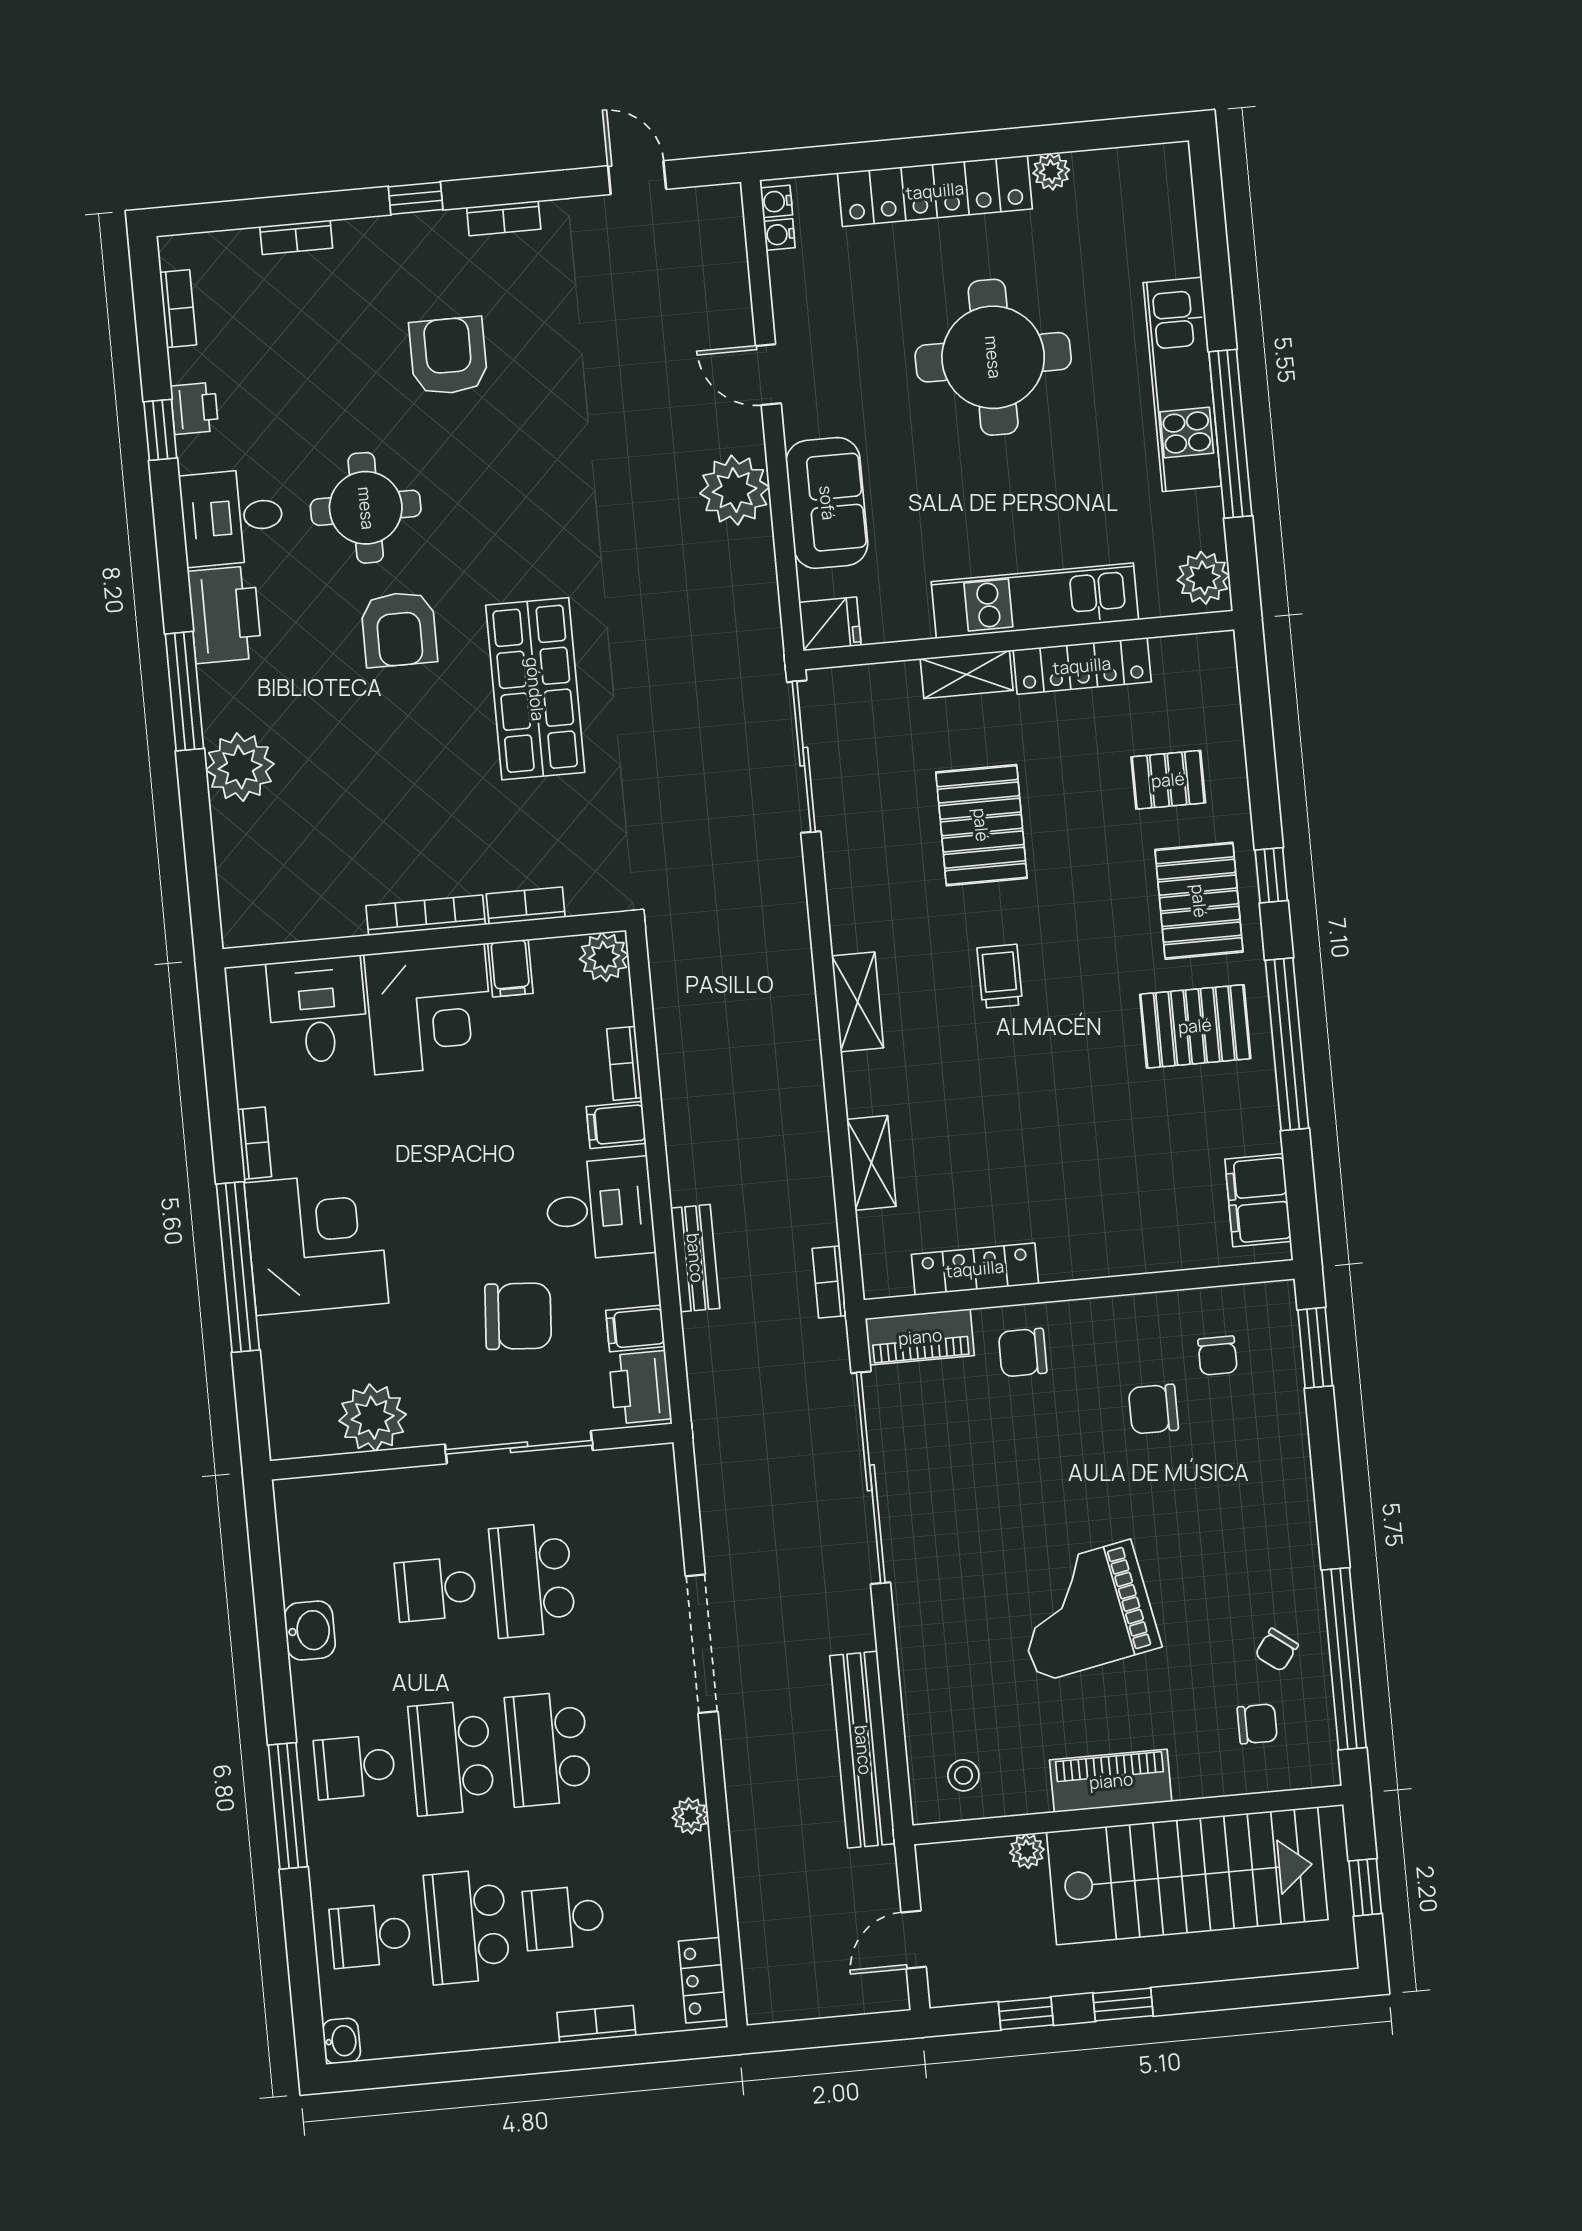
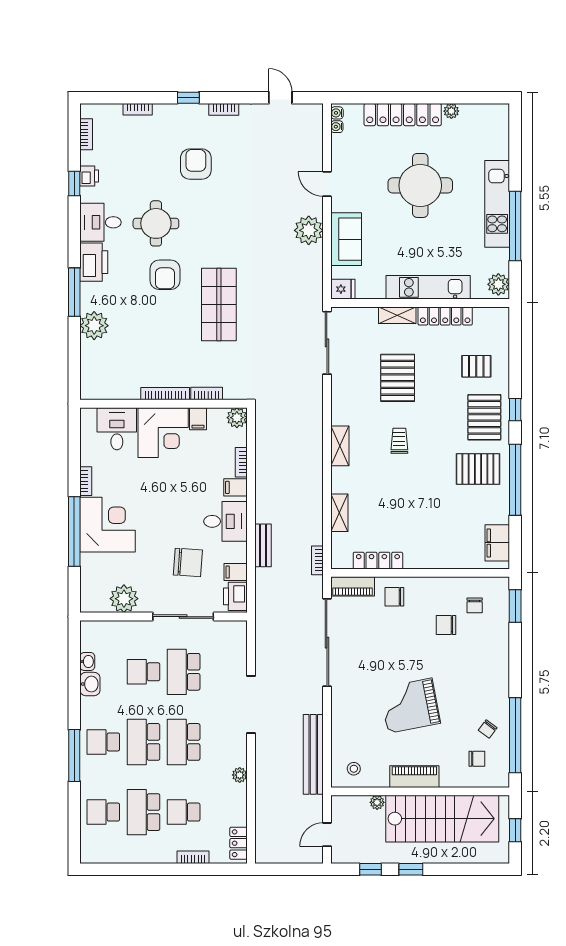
washbasin: (342, 2041) -> (87, 662), moved

